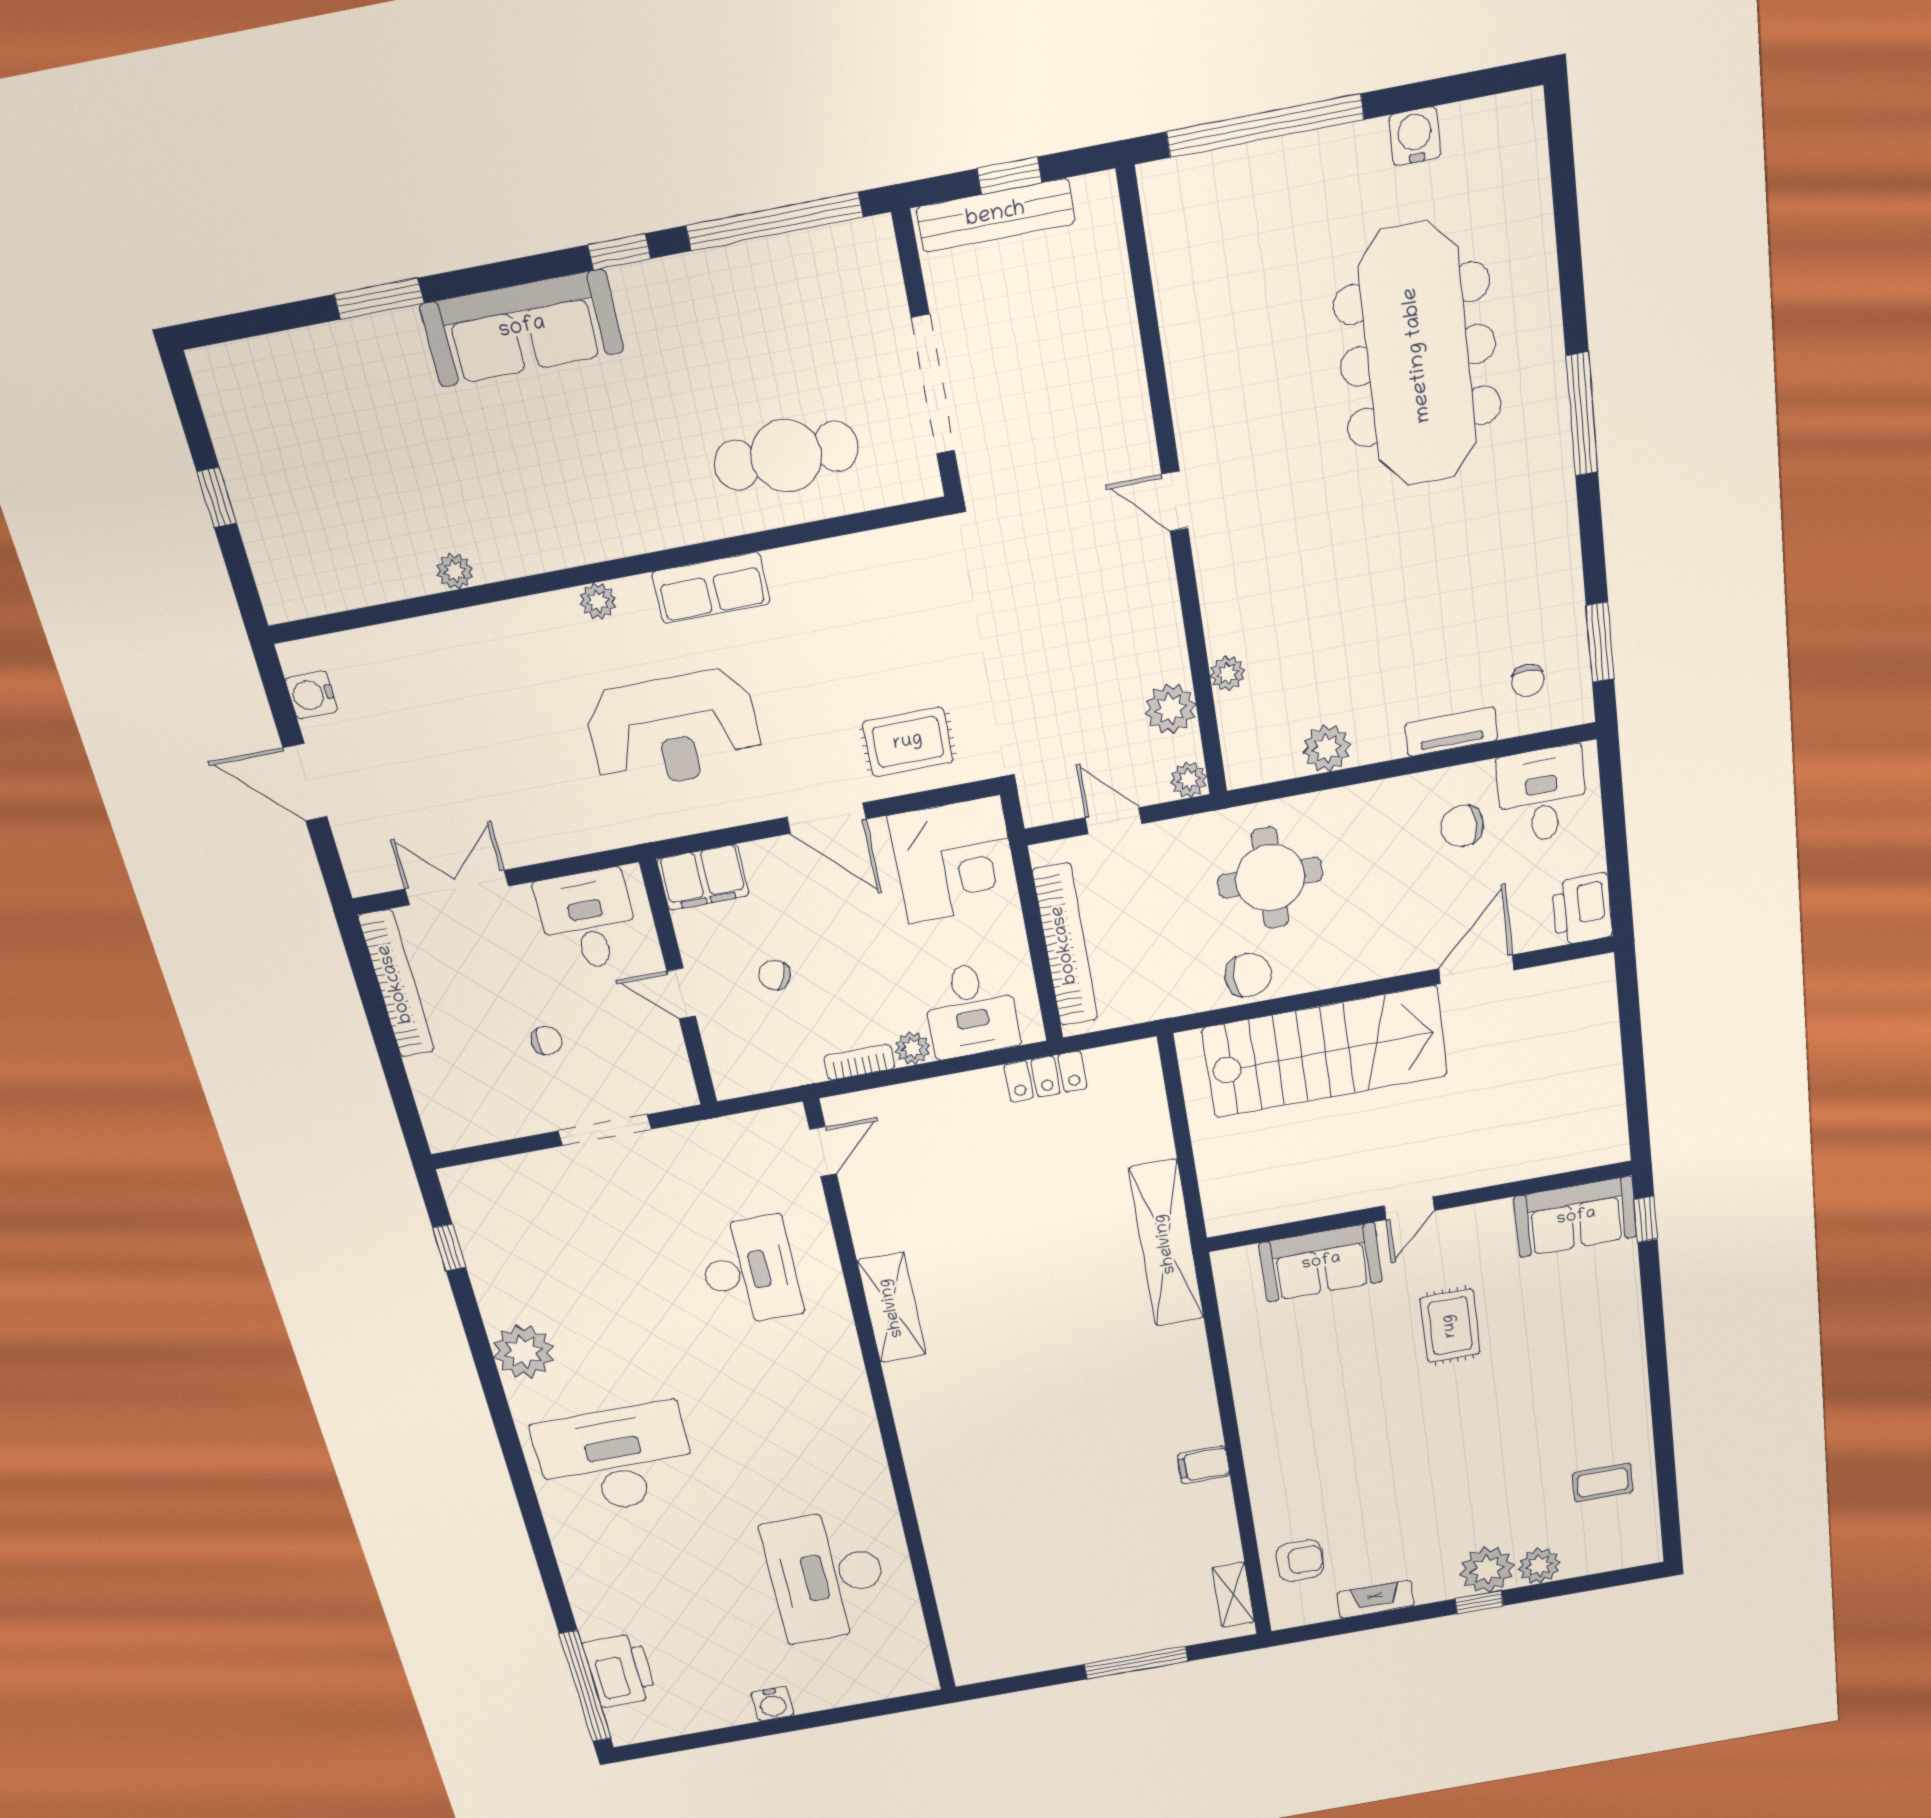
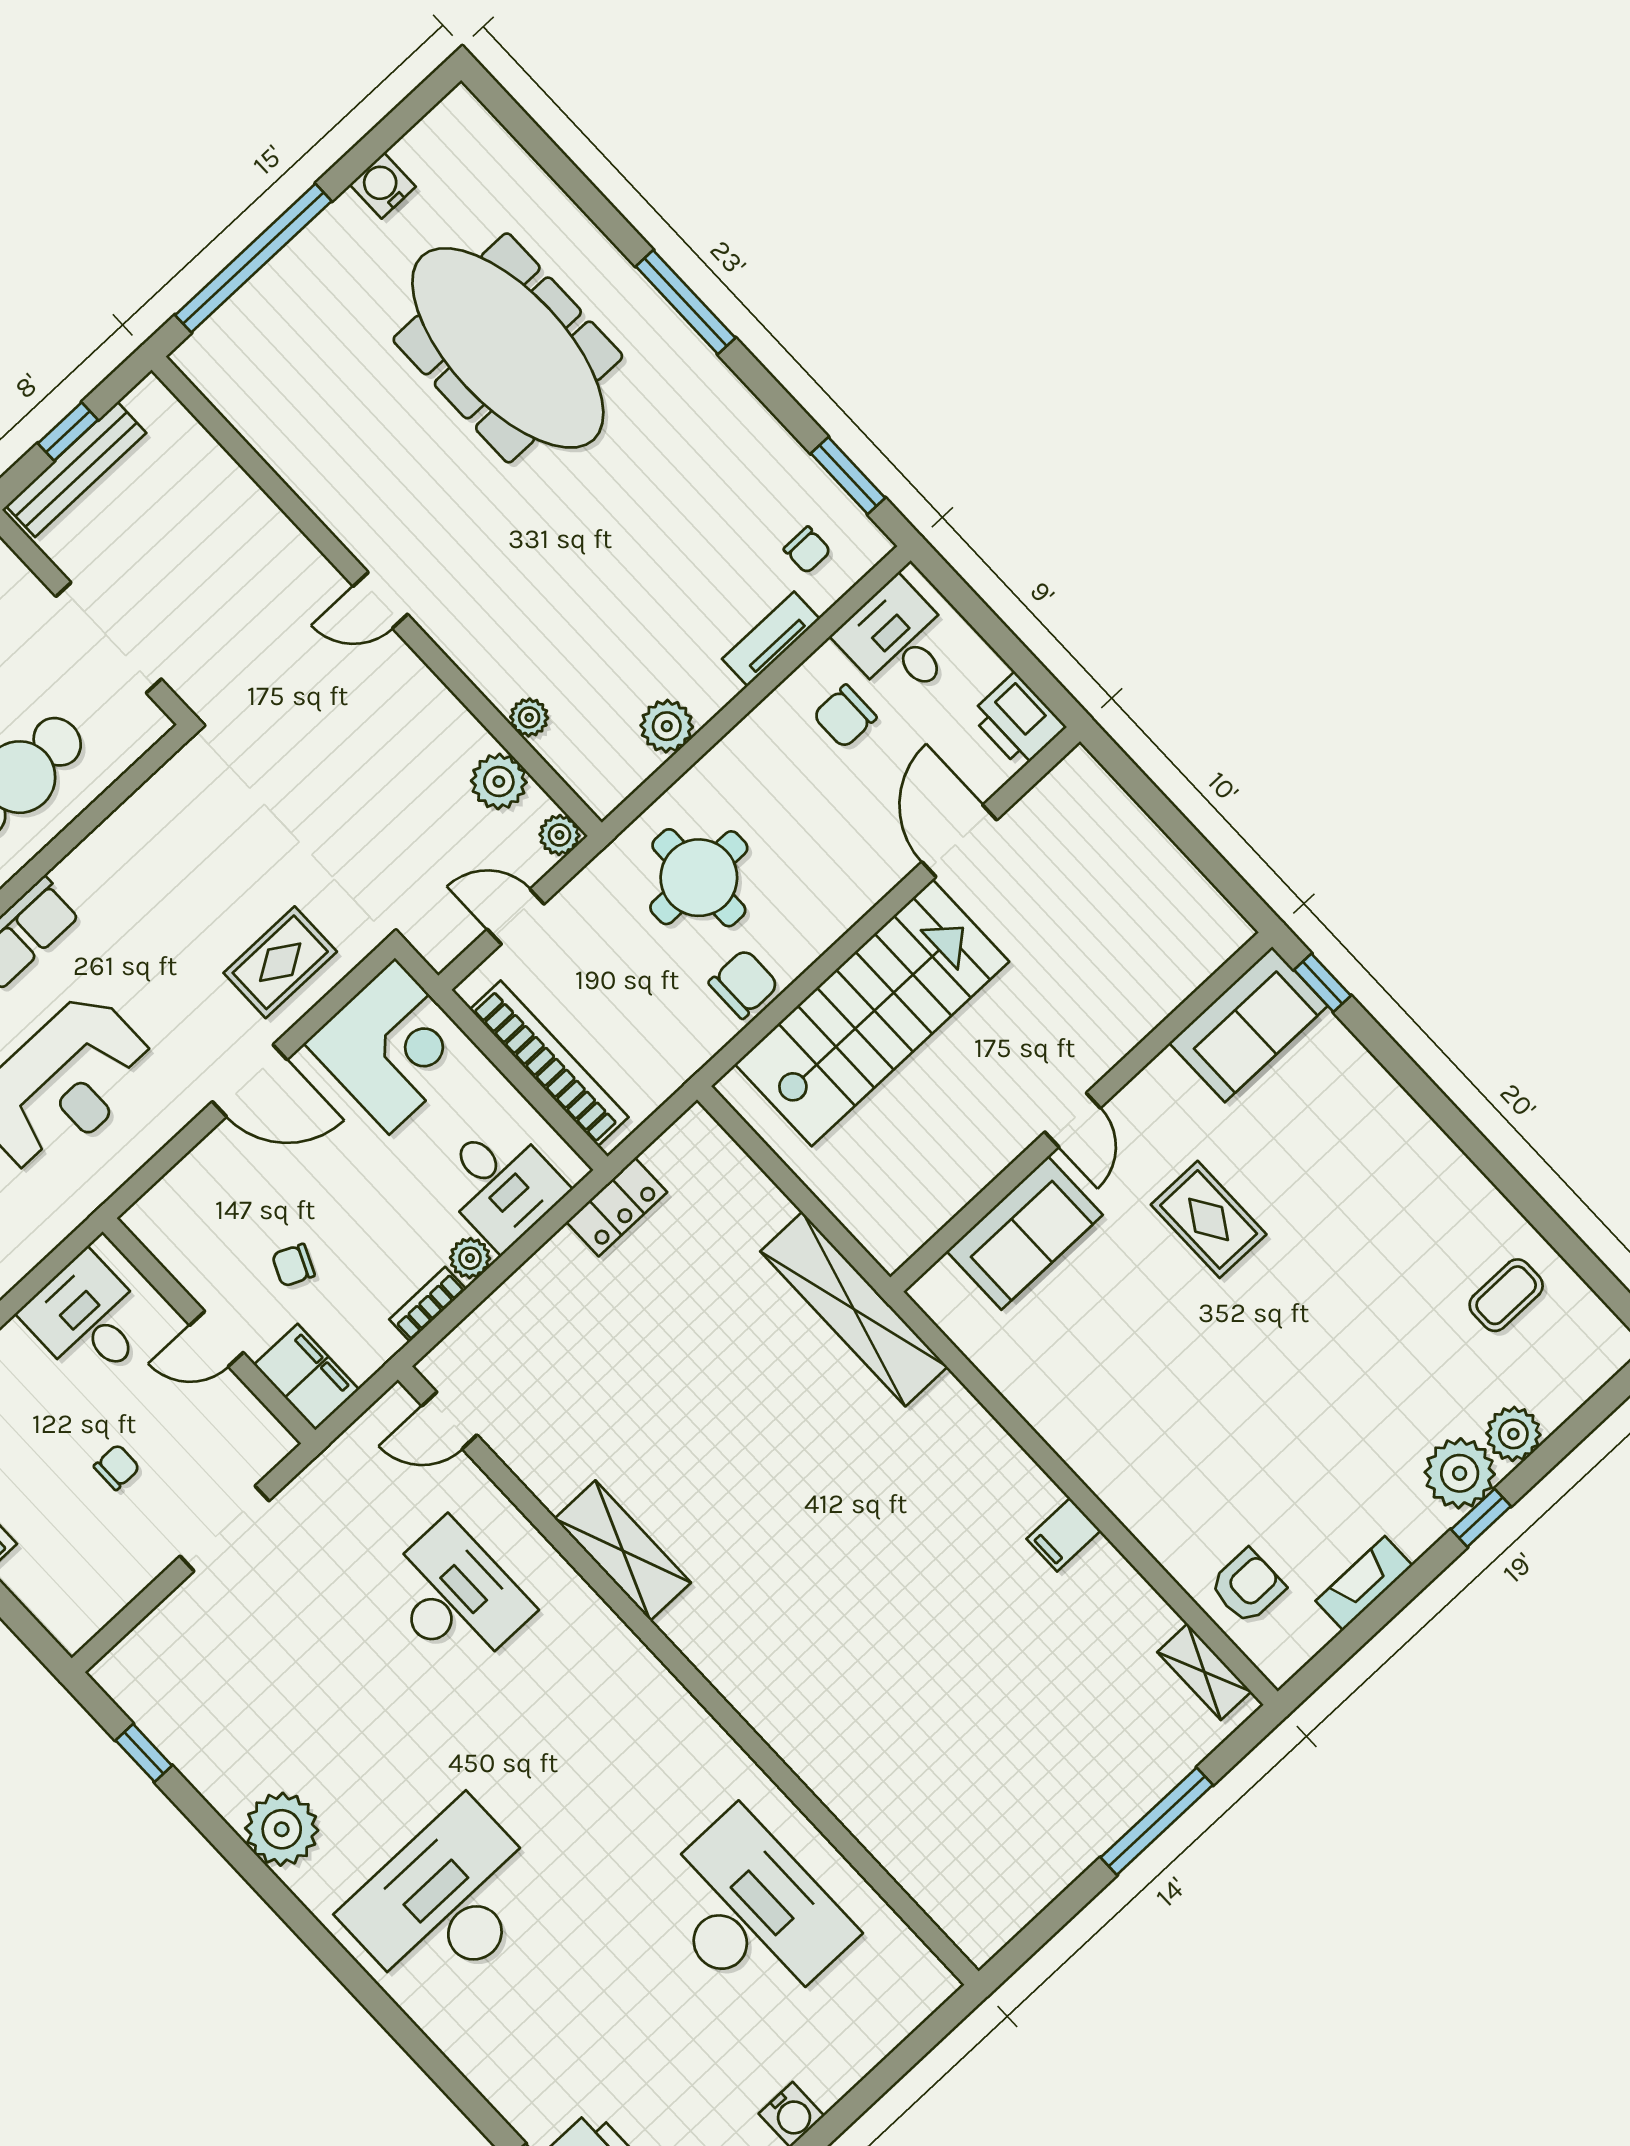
filing cabinet: (703, 877) -> (306, 1377), moved, turned -90
door: (823, 1152) -> (450, 1420), swing flipped
desk: (827, 1576) -> (751, 1913), turned 180

